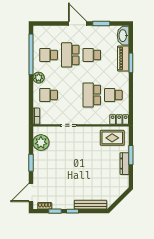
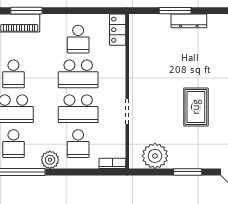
school desk: (70, 95) -> (78, 109), added
rug: (112, 138) -> (196, 107), moved

